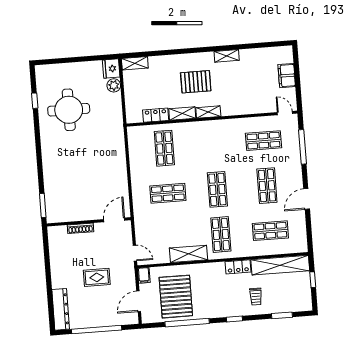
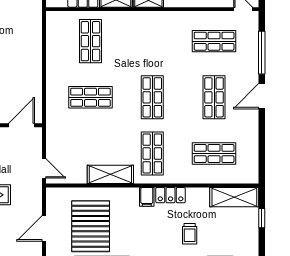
door: (307, 199) -> (262, 96), moved
shelving: (280, 265) -> (234, 197), width x0.68
filing cabinet: (144, 275) -> (147, 197), moved

